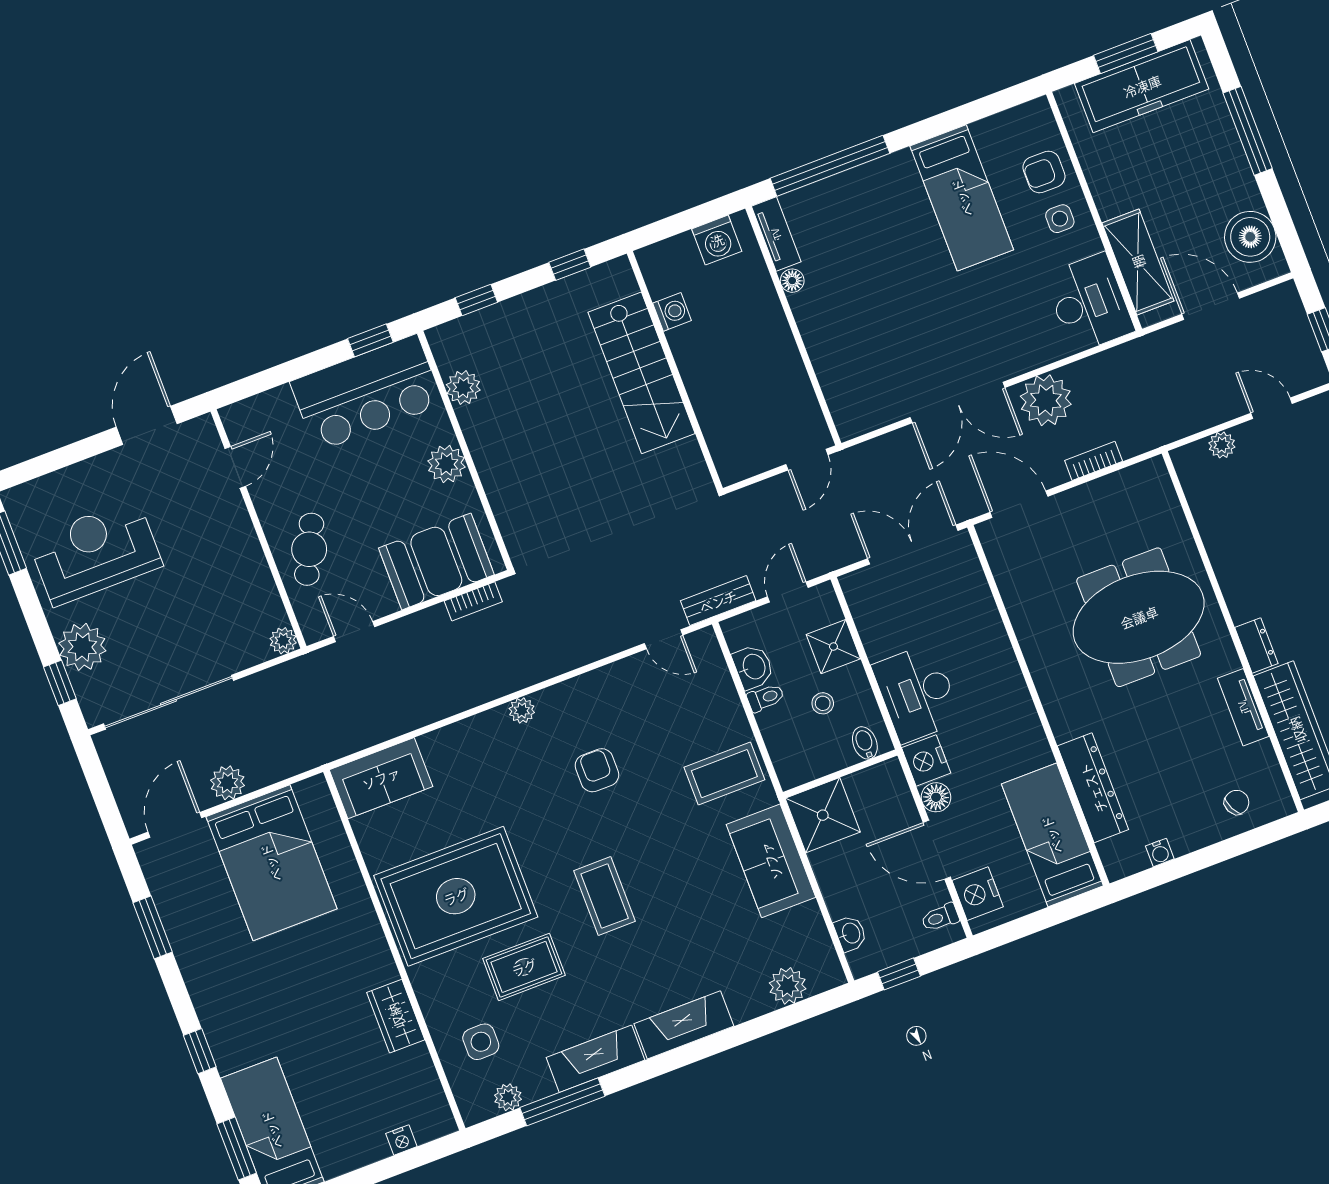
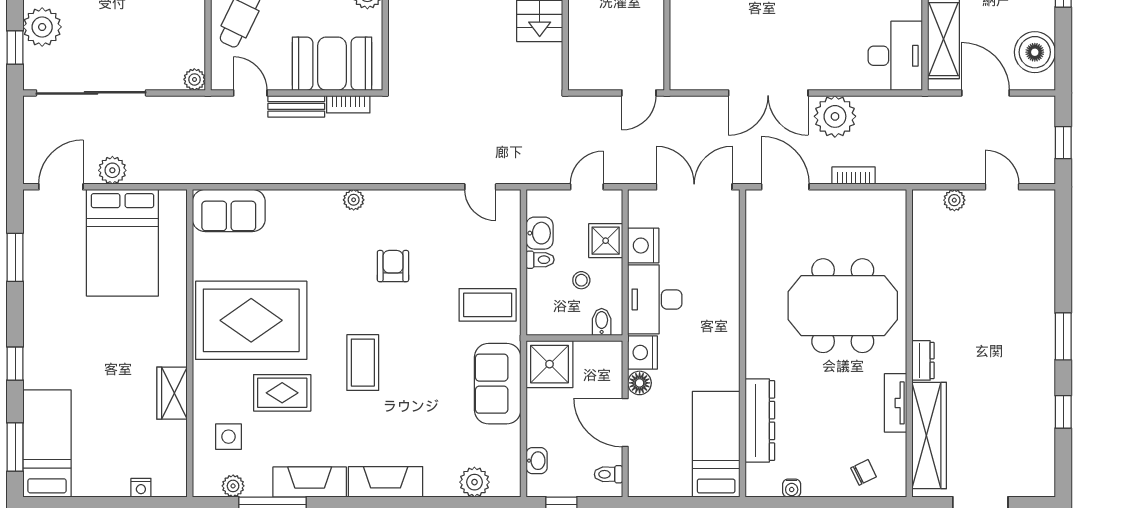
bench: (718, 601) -> (296, 106), moved
nightstand: (978, 894) -> (643, 246), moved

